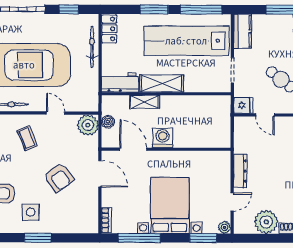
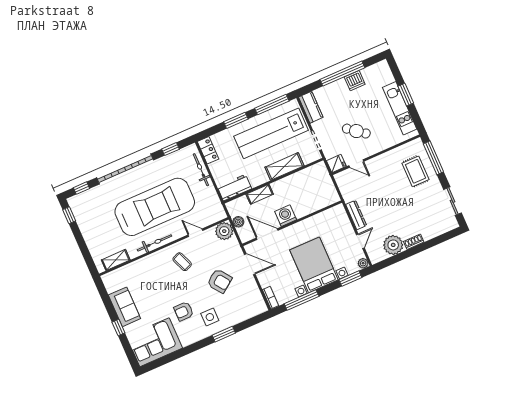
shelving: (162, 83) -> (284, 166), moved

